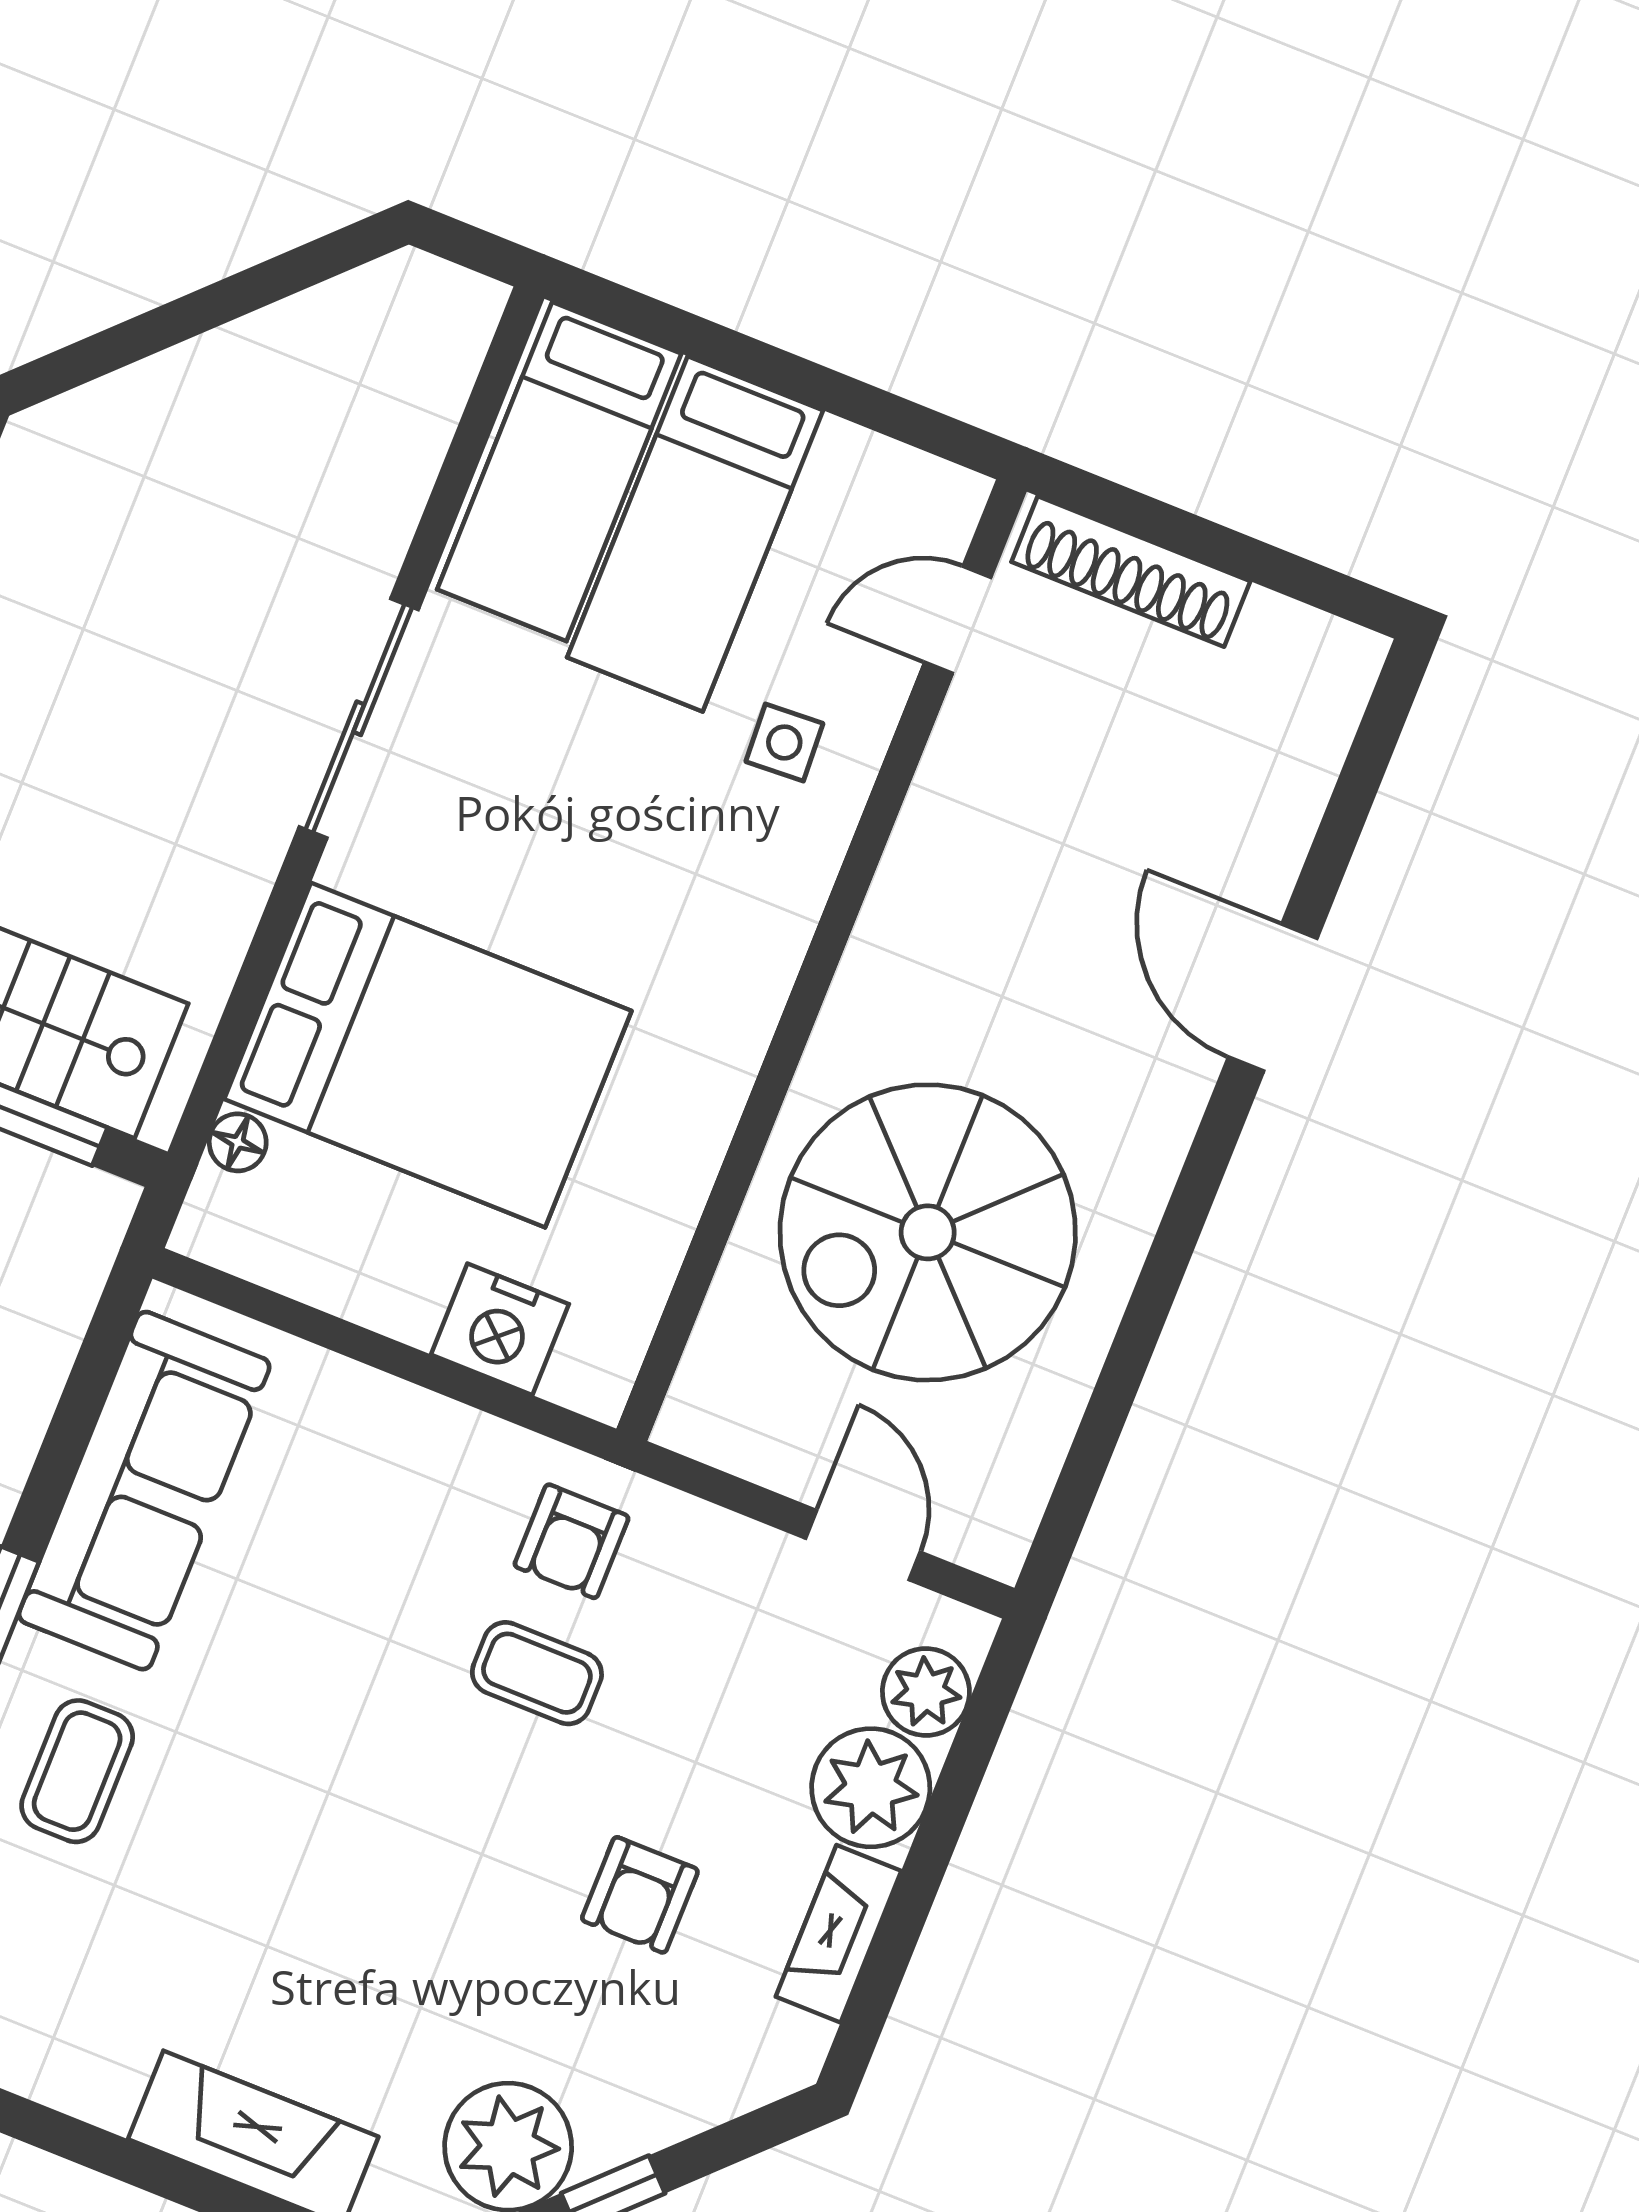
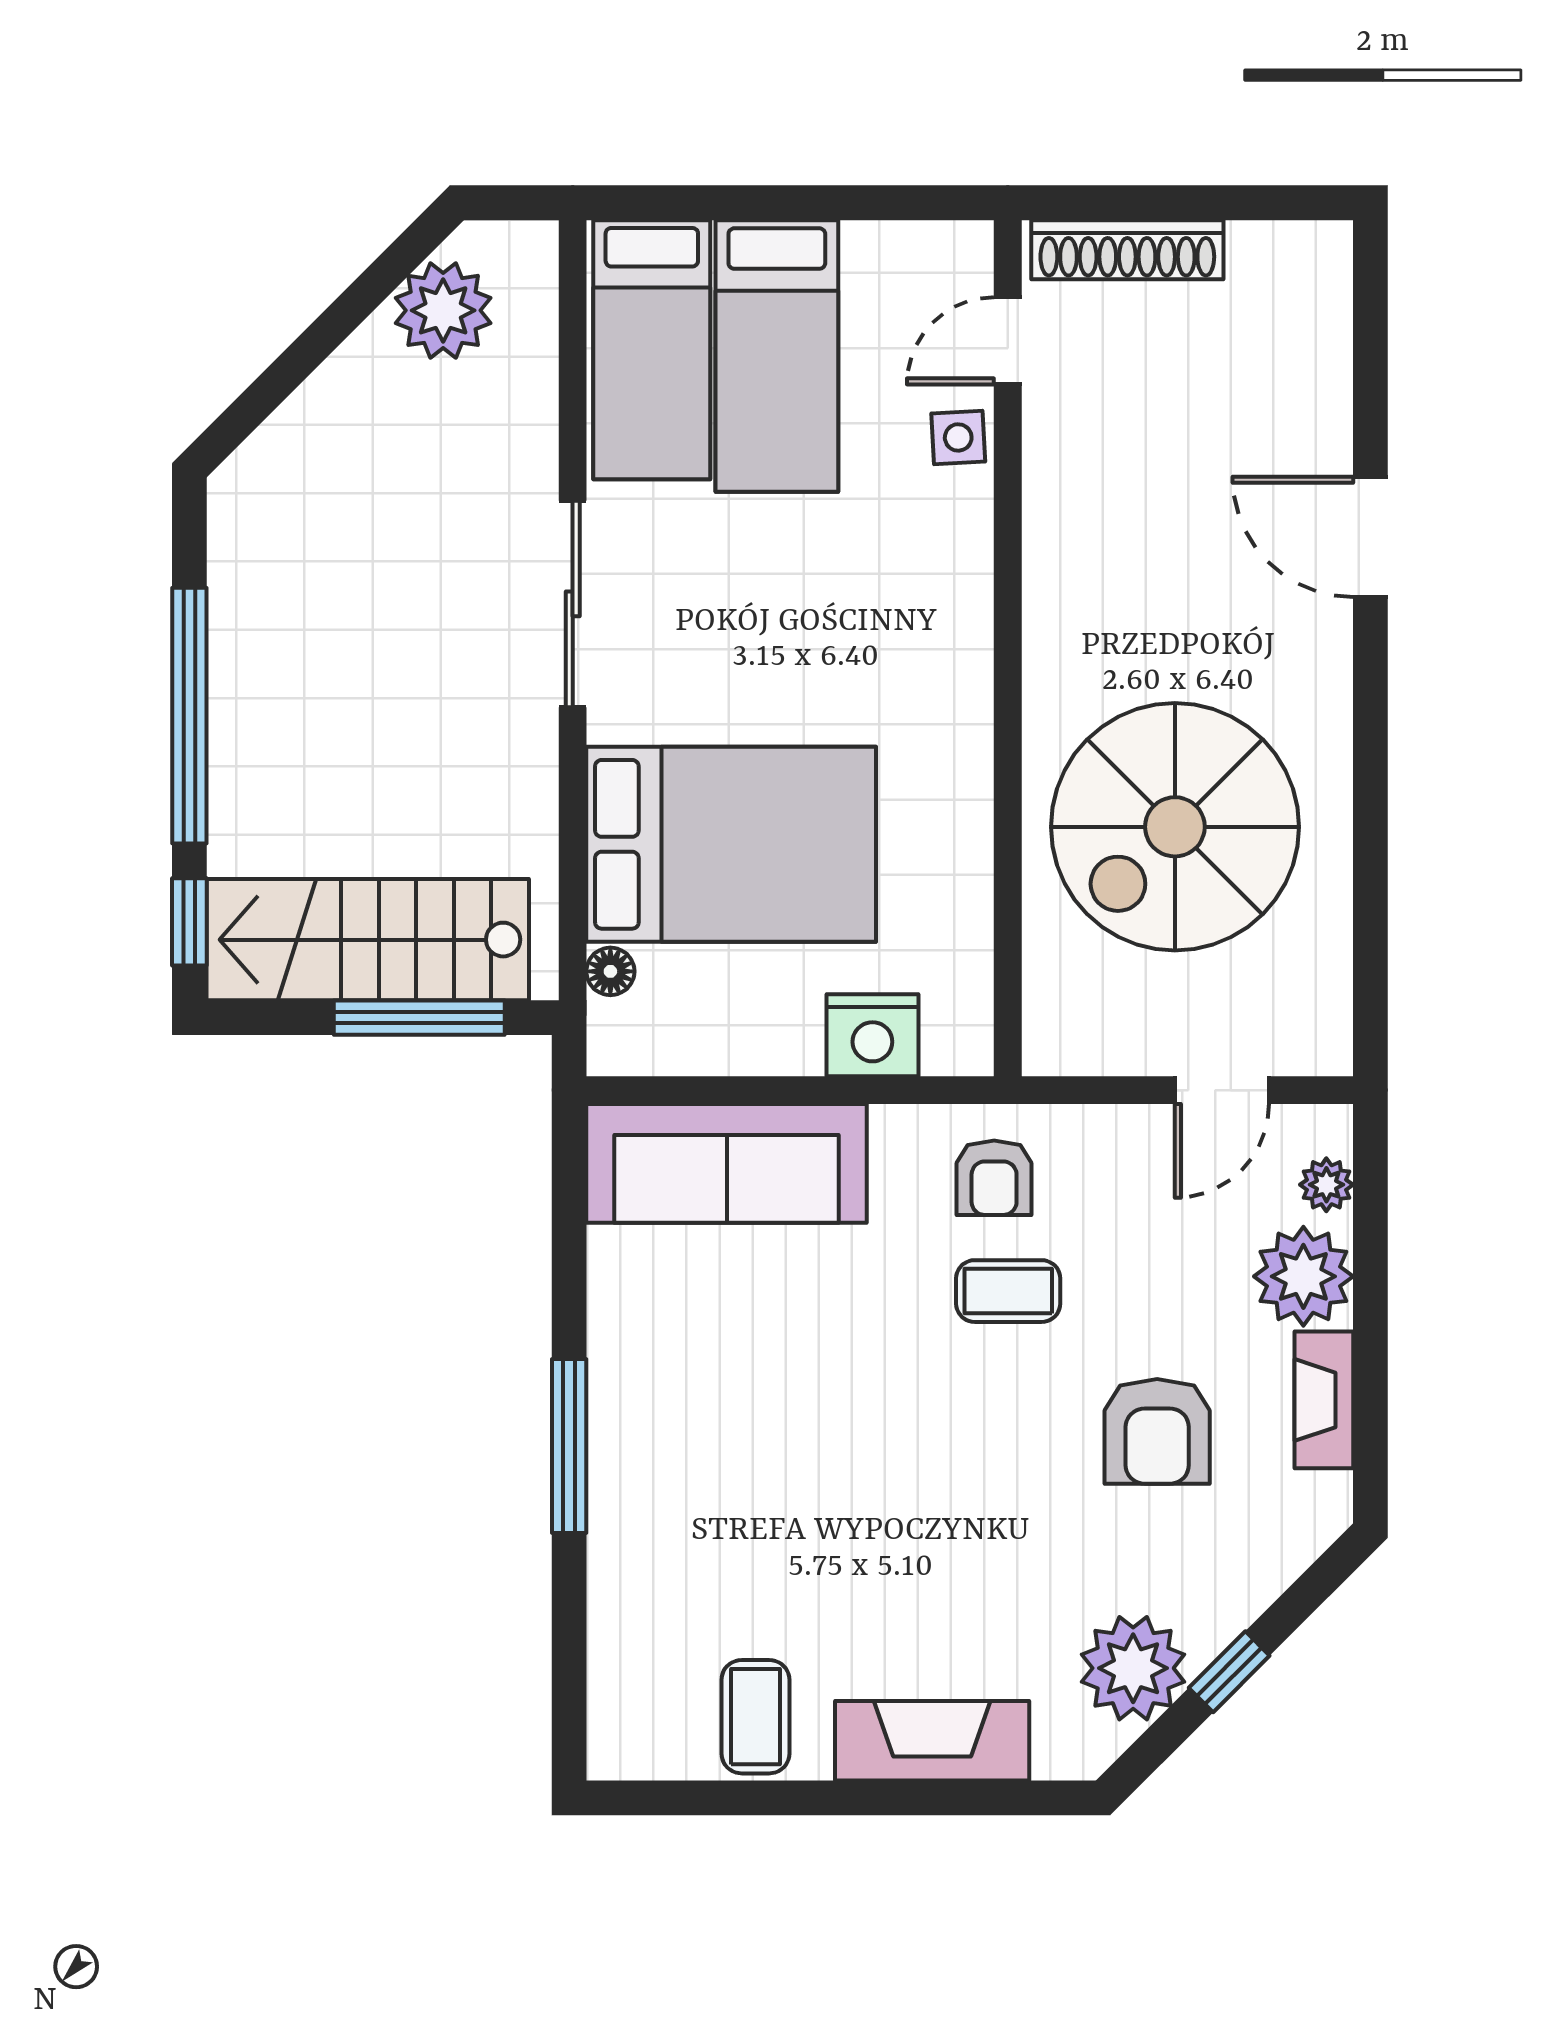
plant: (345, 336) -> (443, 310), added
side table: (784, 742) -> (958, 437), moved
sofa: (144, 1491) -> (727, 1163), moved, turned 90
door: (863, 1545) -> (1222, 1090), swing flipped
plant: (926, 1692) -> (1326, 1185), width x0.73, depth x0.73
coffee table: (77, 1771) -> (755, 1717), moved
armchair: (640, 1895) -> (1157, 1431), width x1.38, depth x1.38

